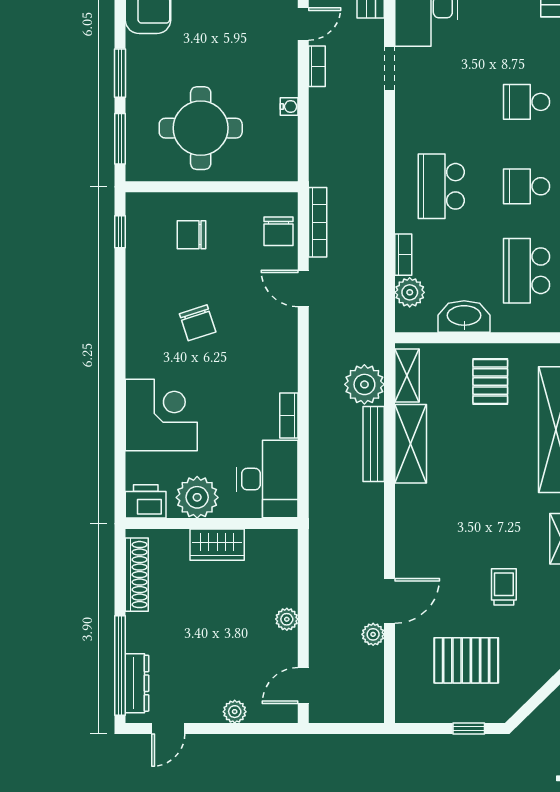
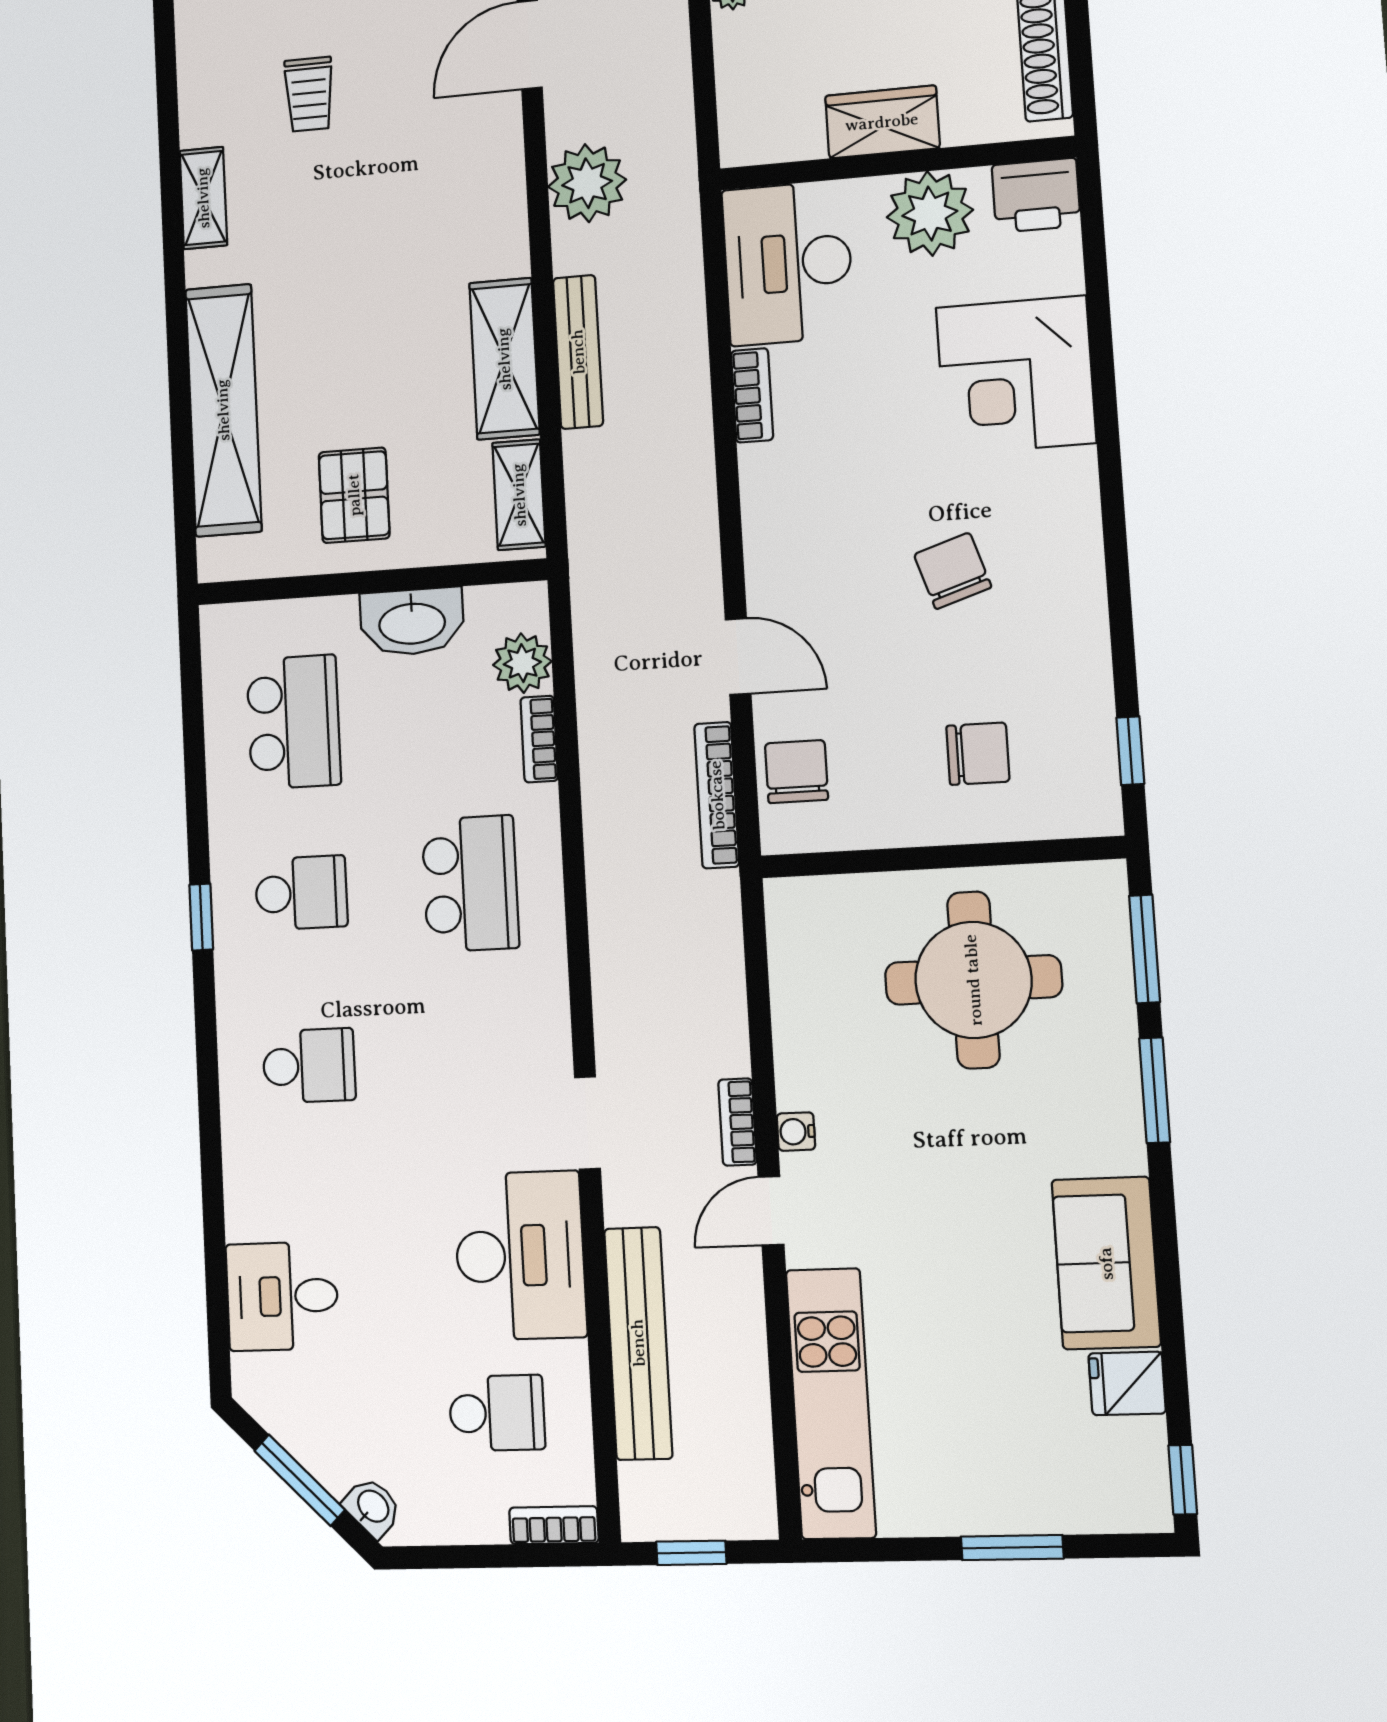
water cooler: (289, 107) -> (796, 1132), moved
plant: (364, 384) -> (587, 183), moved

